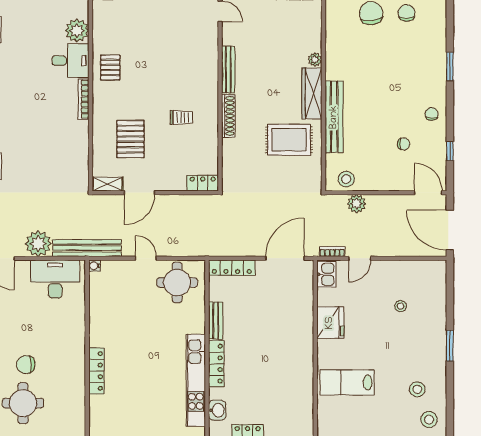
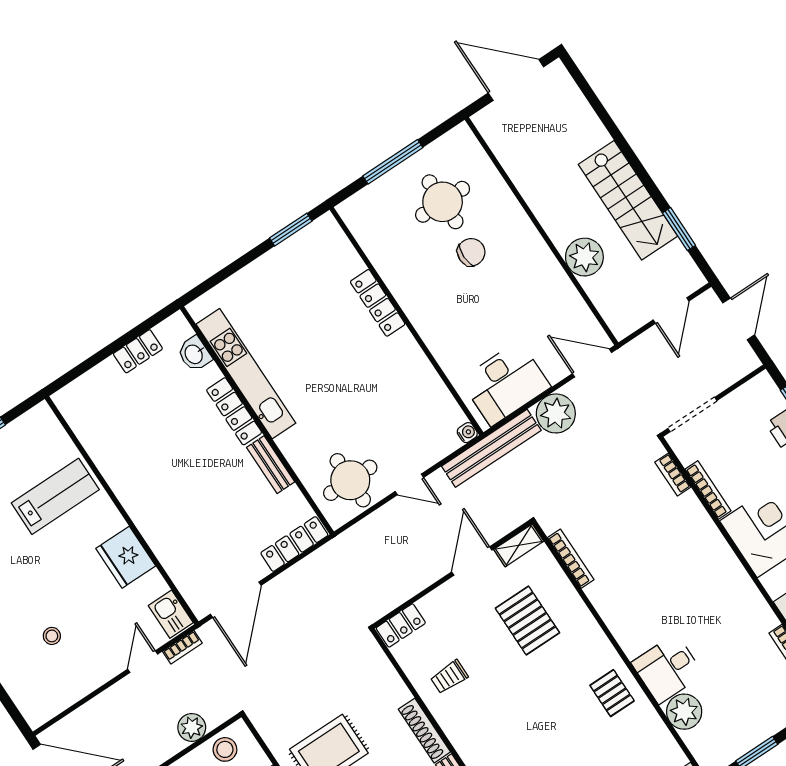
bookcase: (84, 99) -> (571, 559), moved
trolley: (181, 118) -> (449, 677), moved

